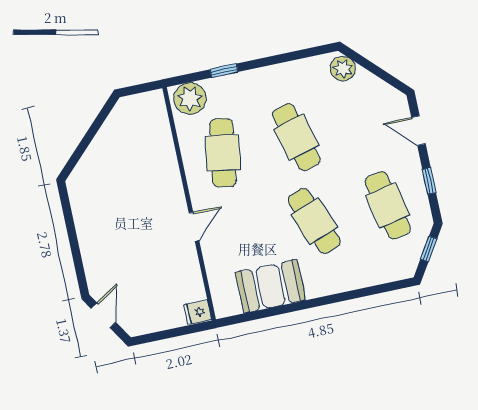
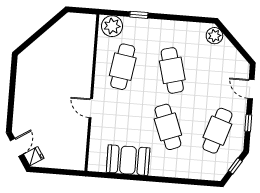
cafe table: (388, 205) -> (217, 131), turned 30
door: (194, 227) -> (91, 108), swing flipped
fridge: (198, 312) -> (34, 156), moved, turned 148

